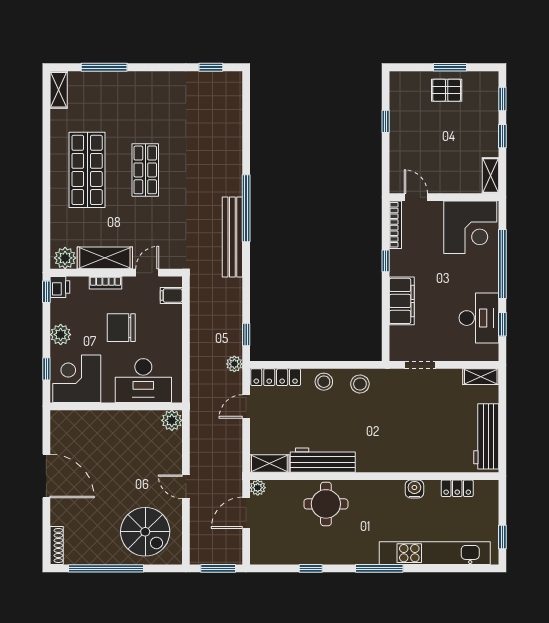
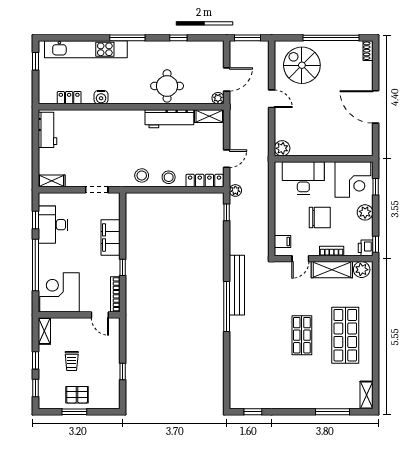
trolley: (454, 135) -> (72, 361), added
workbench: (486, 436) -> (47, 130), width x0.73
shoe rack: (57, 545) -> (368, 51), width x0.70

